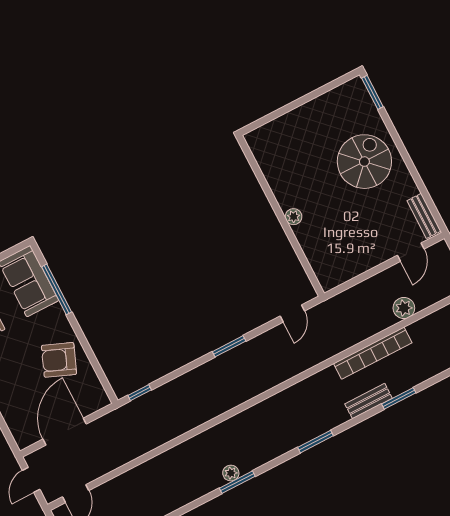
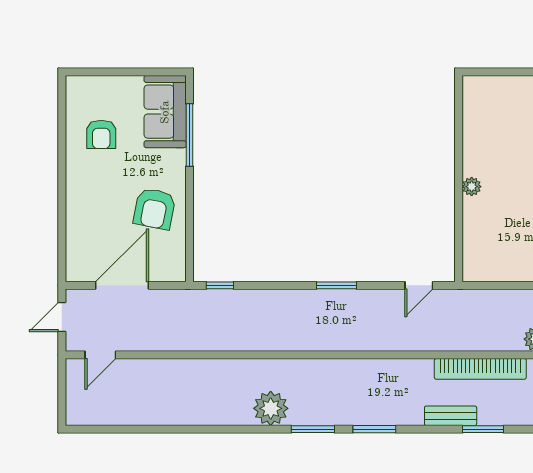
armchair: (59, 360) -> (154, 209), turned -101
plant: (231, 473) -> (271, 408), width x1.88, depth x1.88
window: (237, 482) -> (313, 429), moved

